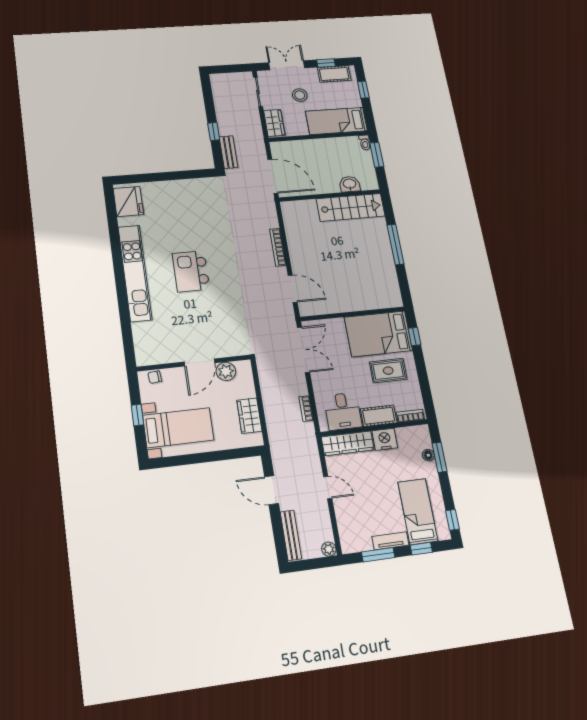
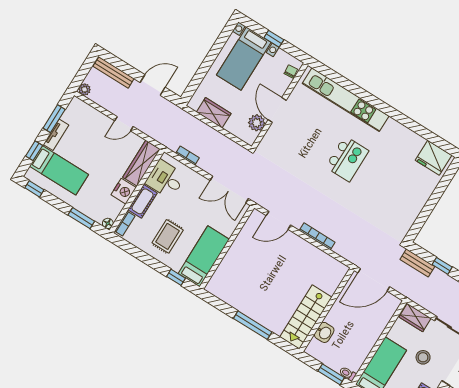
kitchen island: (191, 271) -> (347, 159), turned 90
kitchen unit: (135, 273) -> (346, 100), moved
bed: (378, 334) -> (204, 256), width x0.67
floor lamp: (428, 455) -> (108, 223), moved

